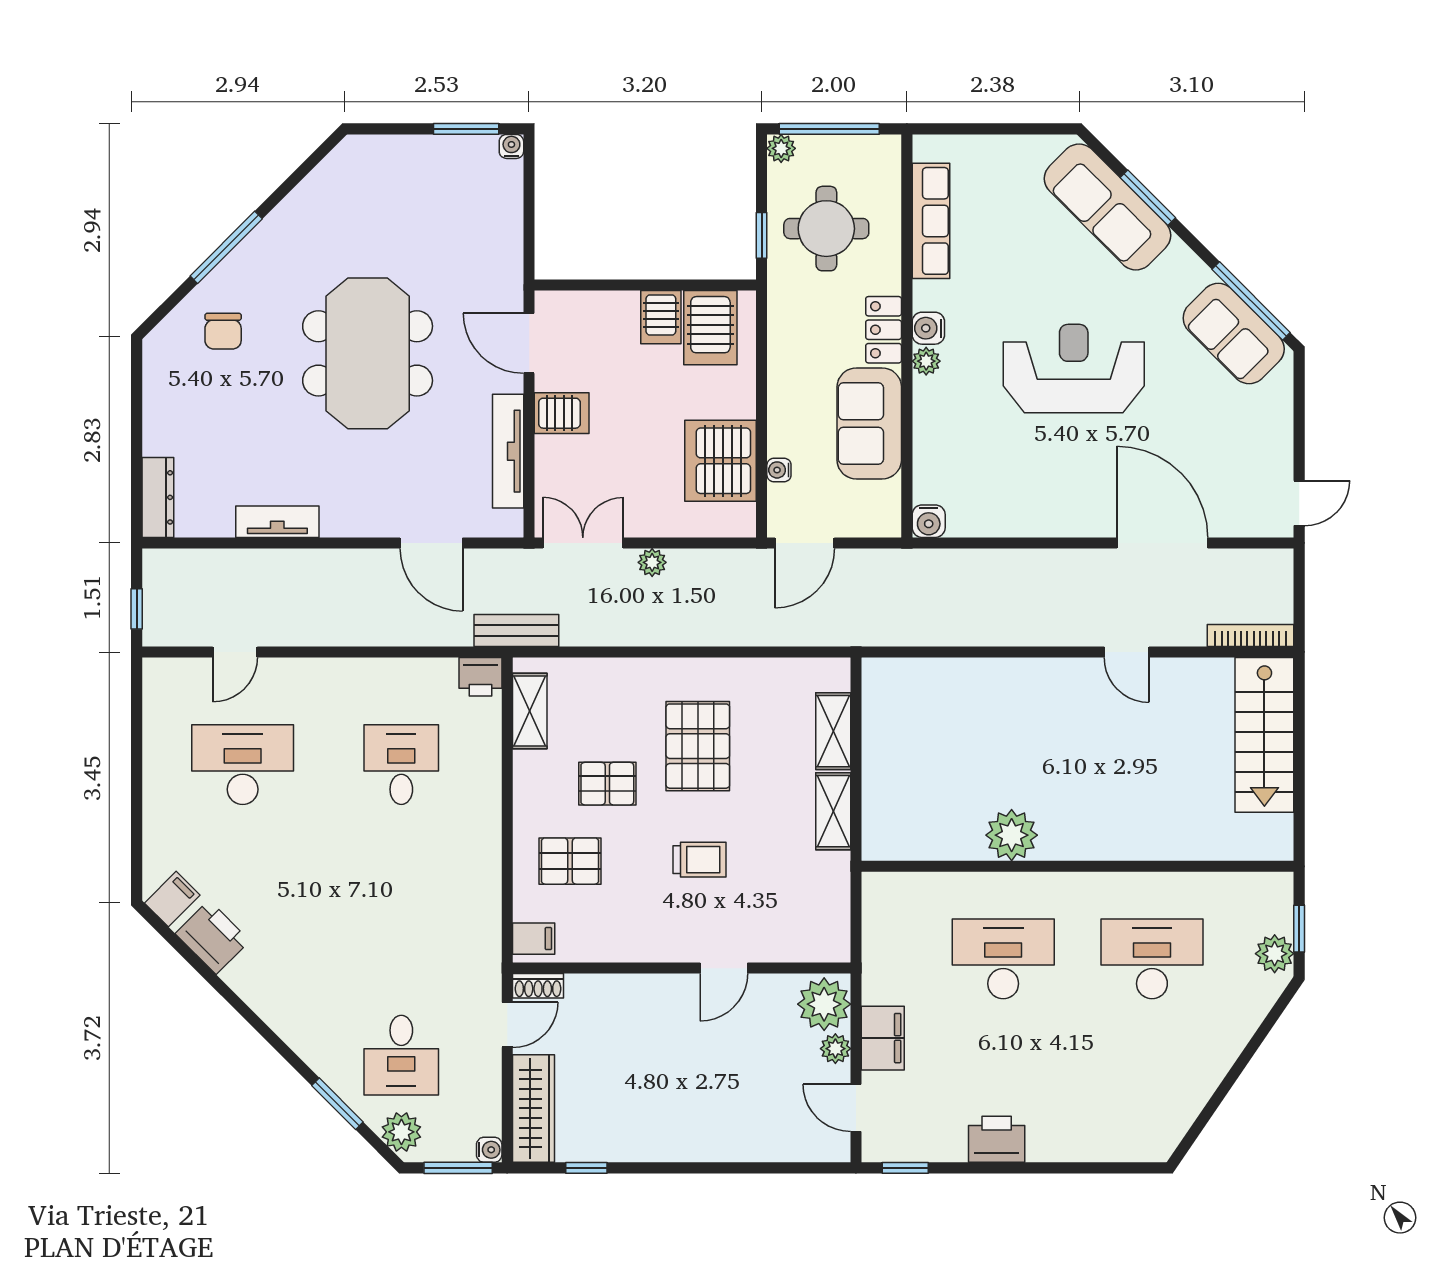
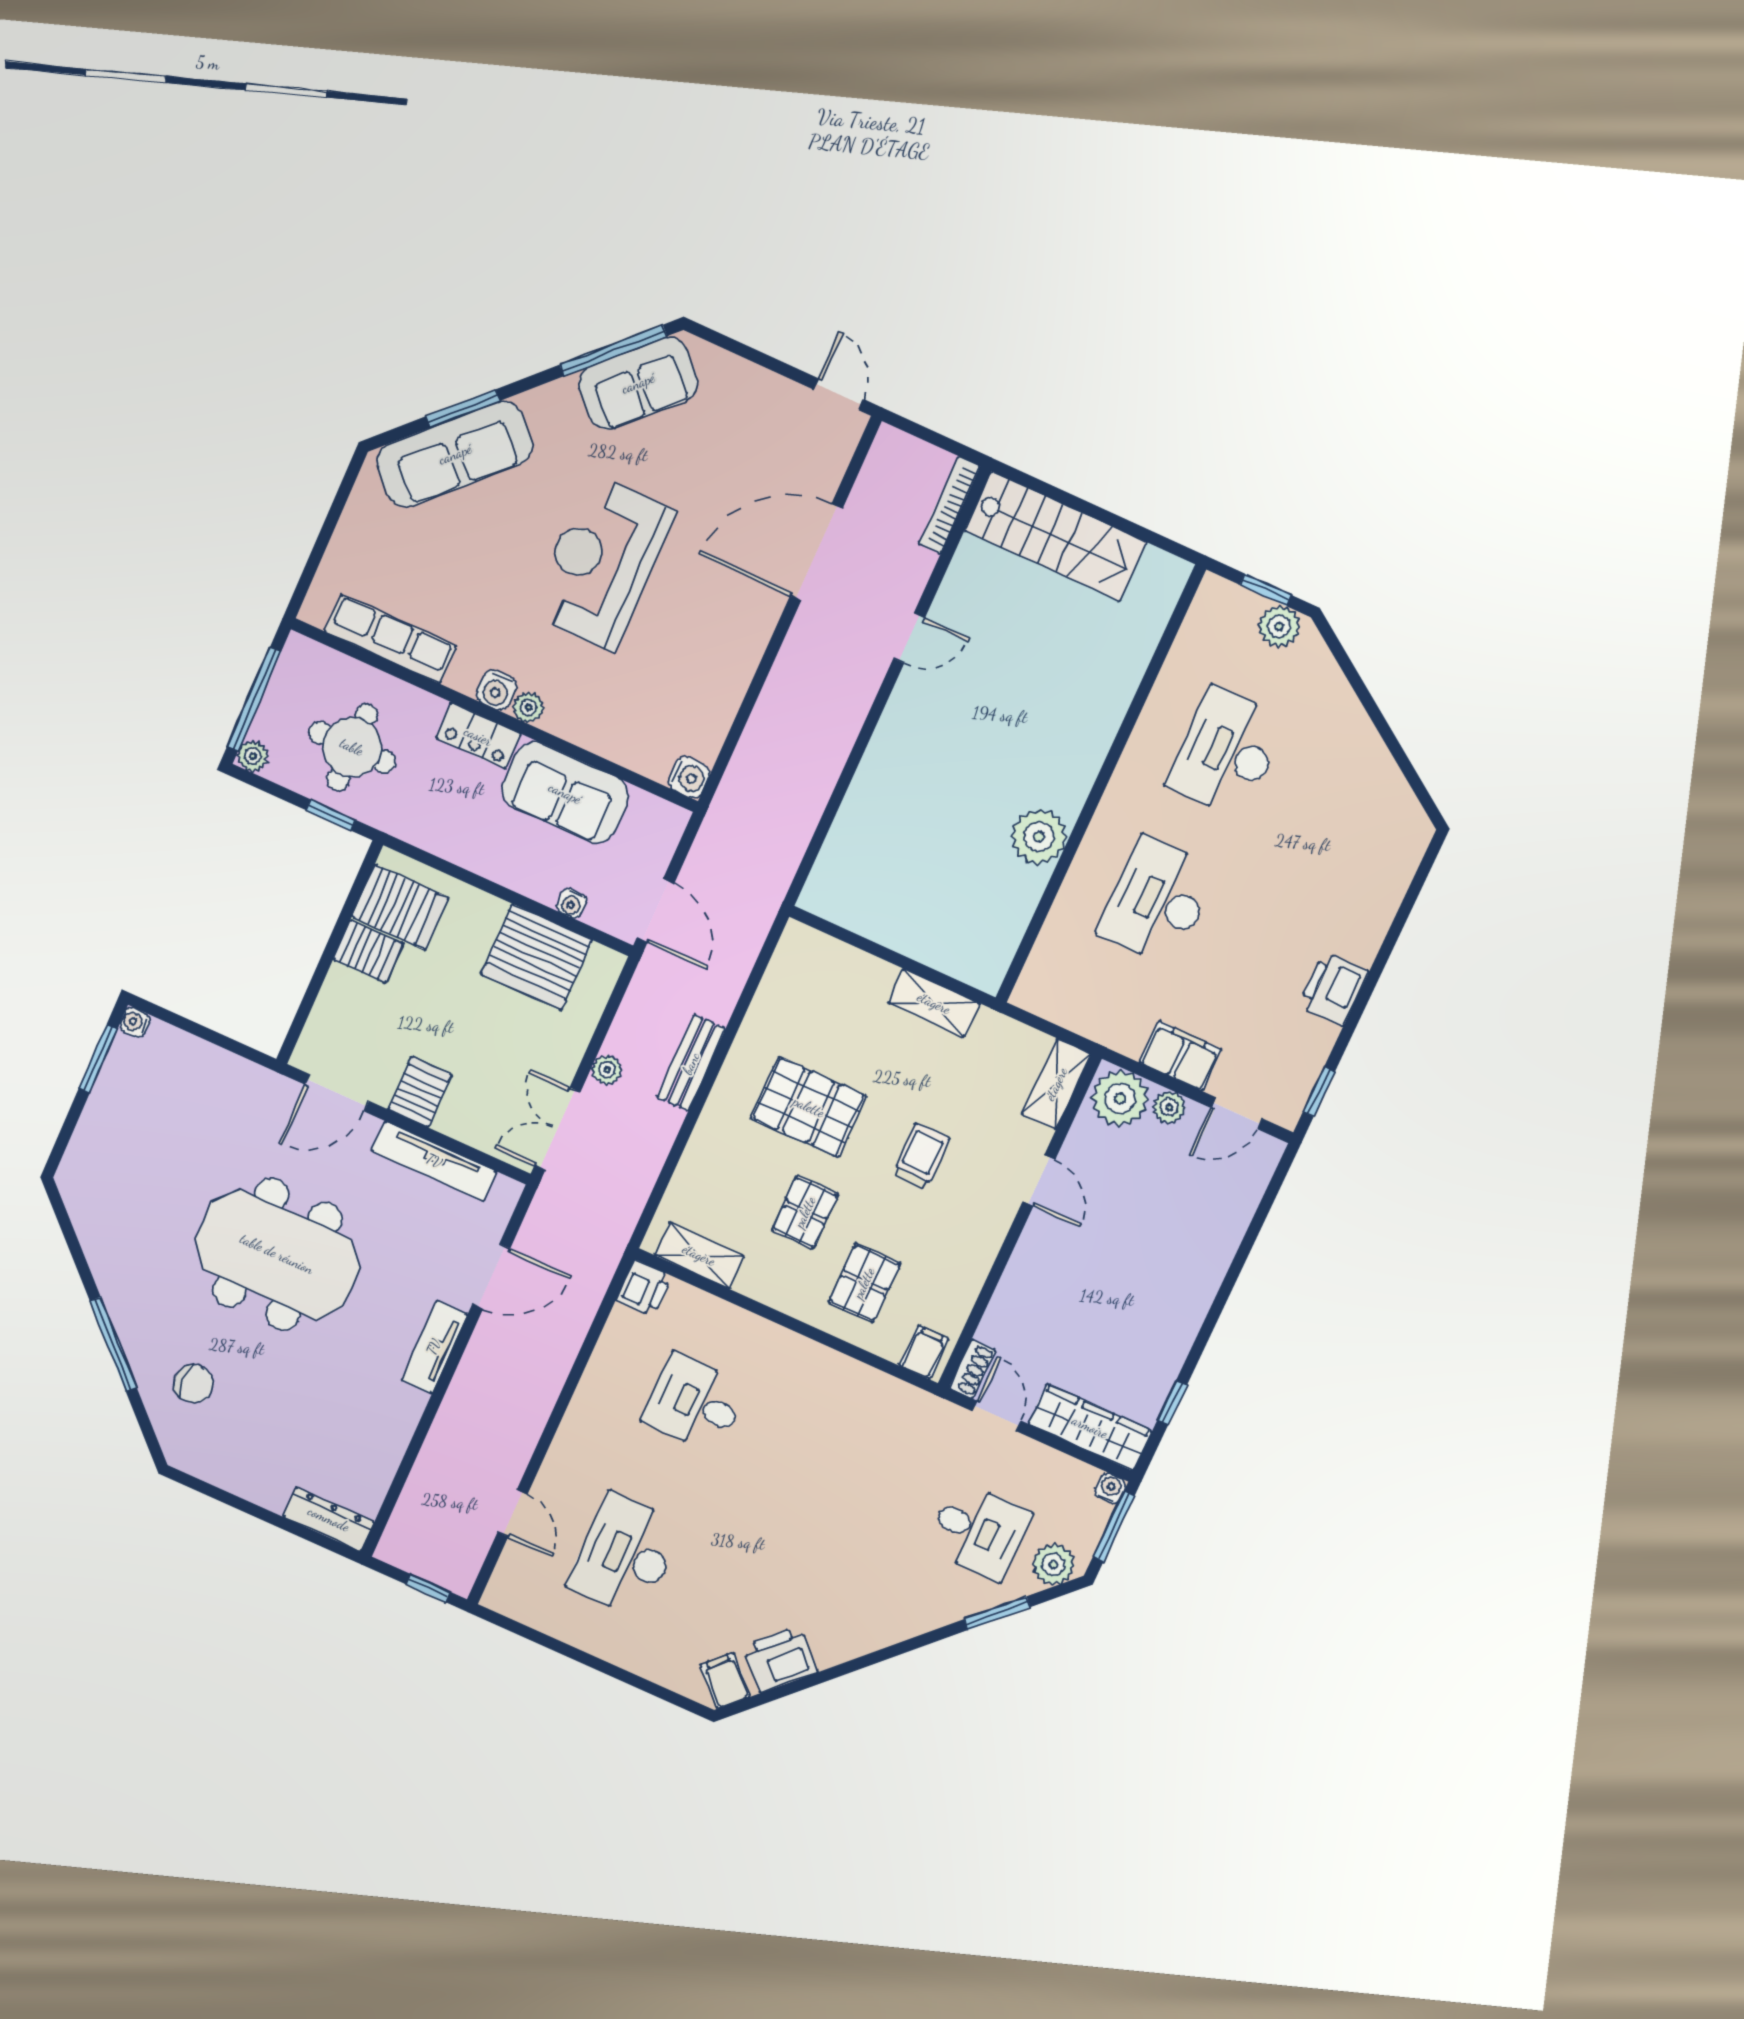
tv unit: (277, 522) -> (434, 1347), moved
bench: (516, 630) -> (691, 1063), moved
shelving: (833, 731) -> (1056, 1084), moved, turned 90

